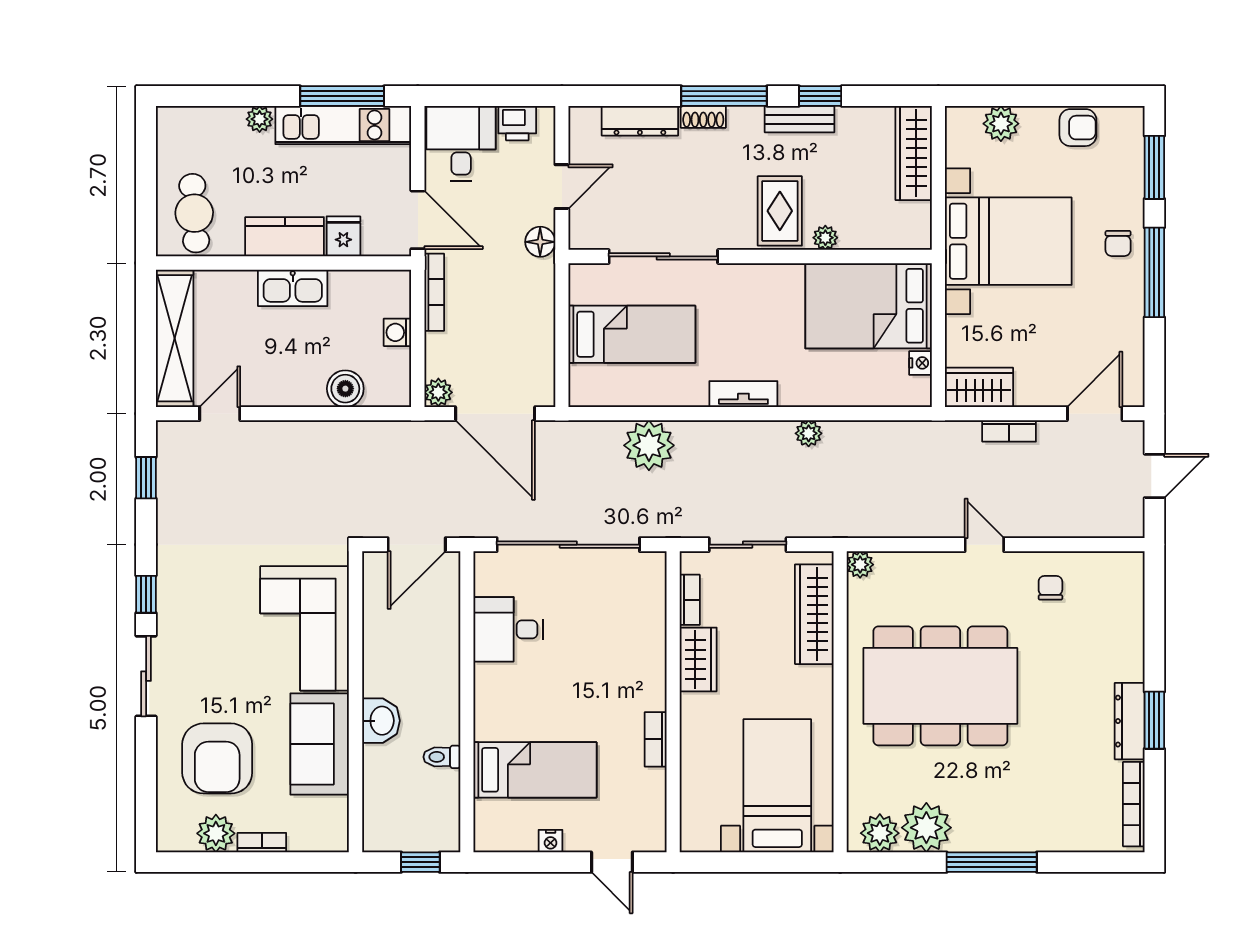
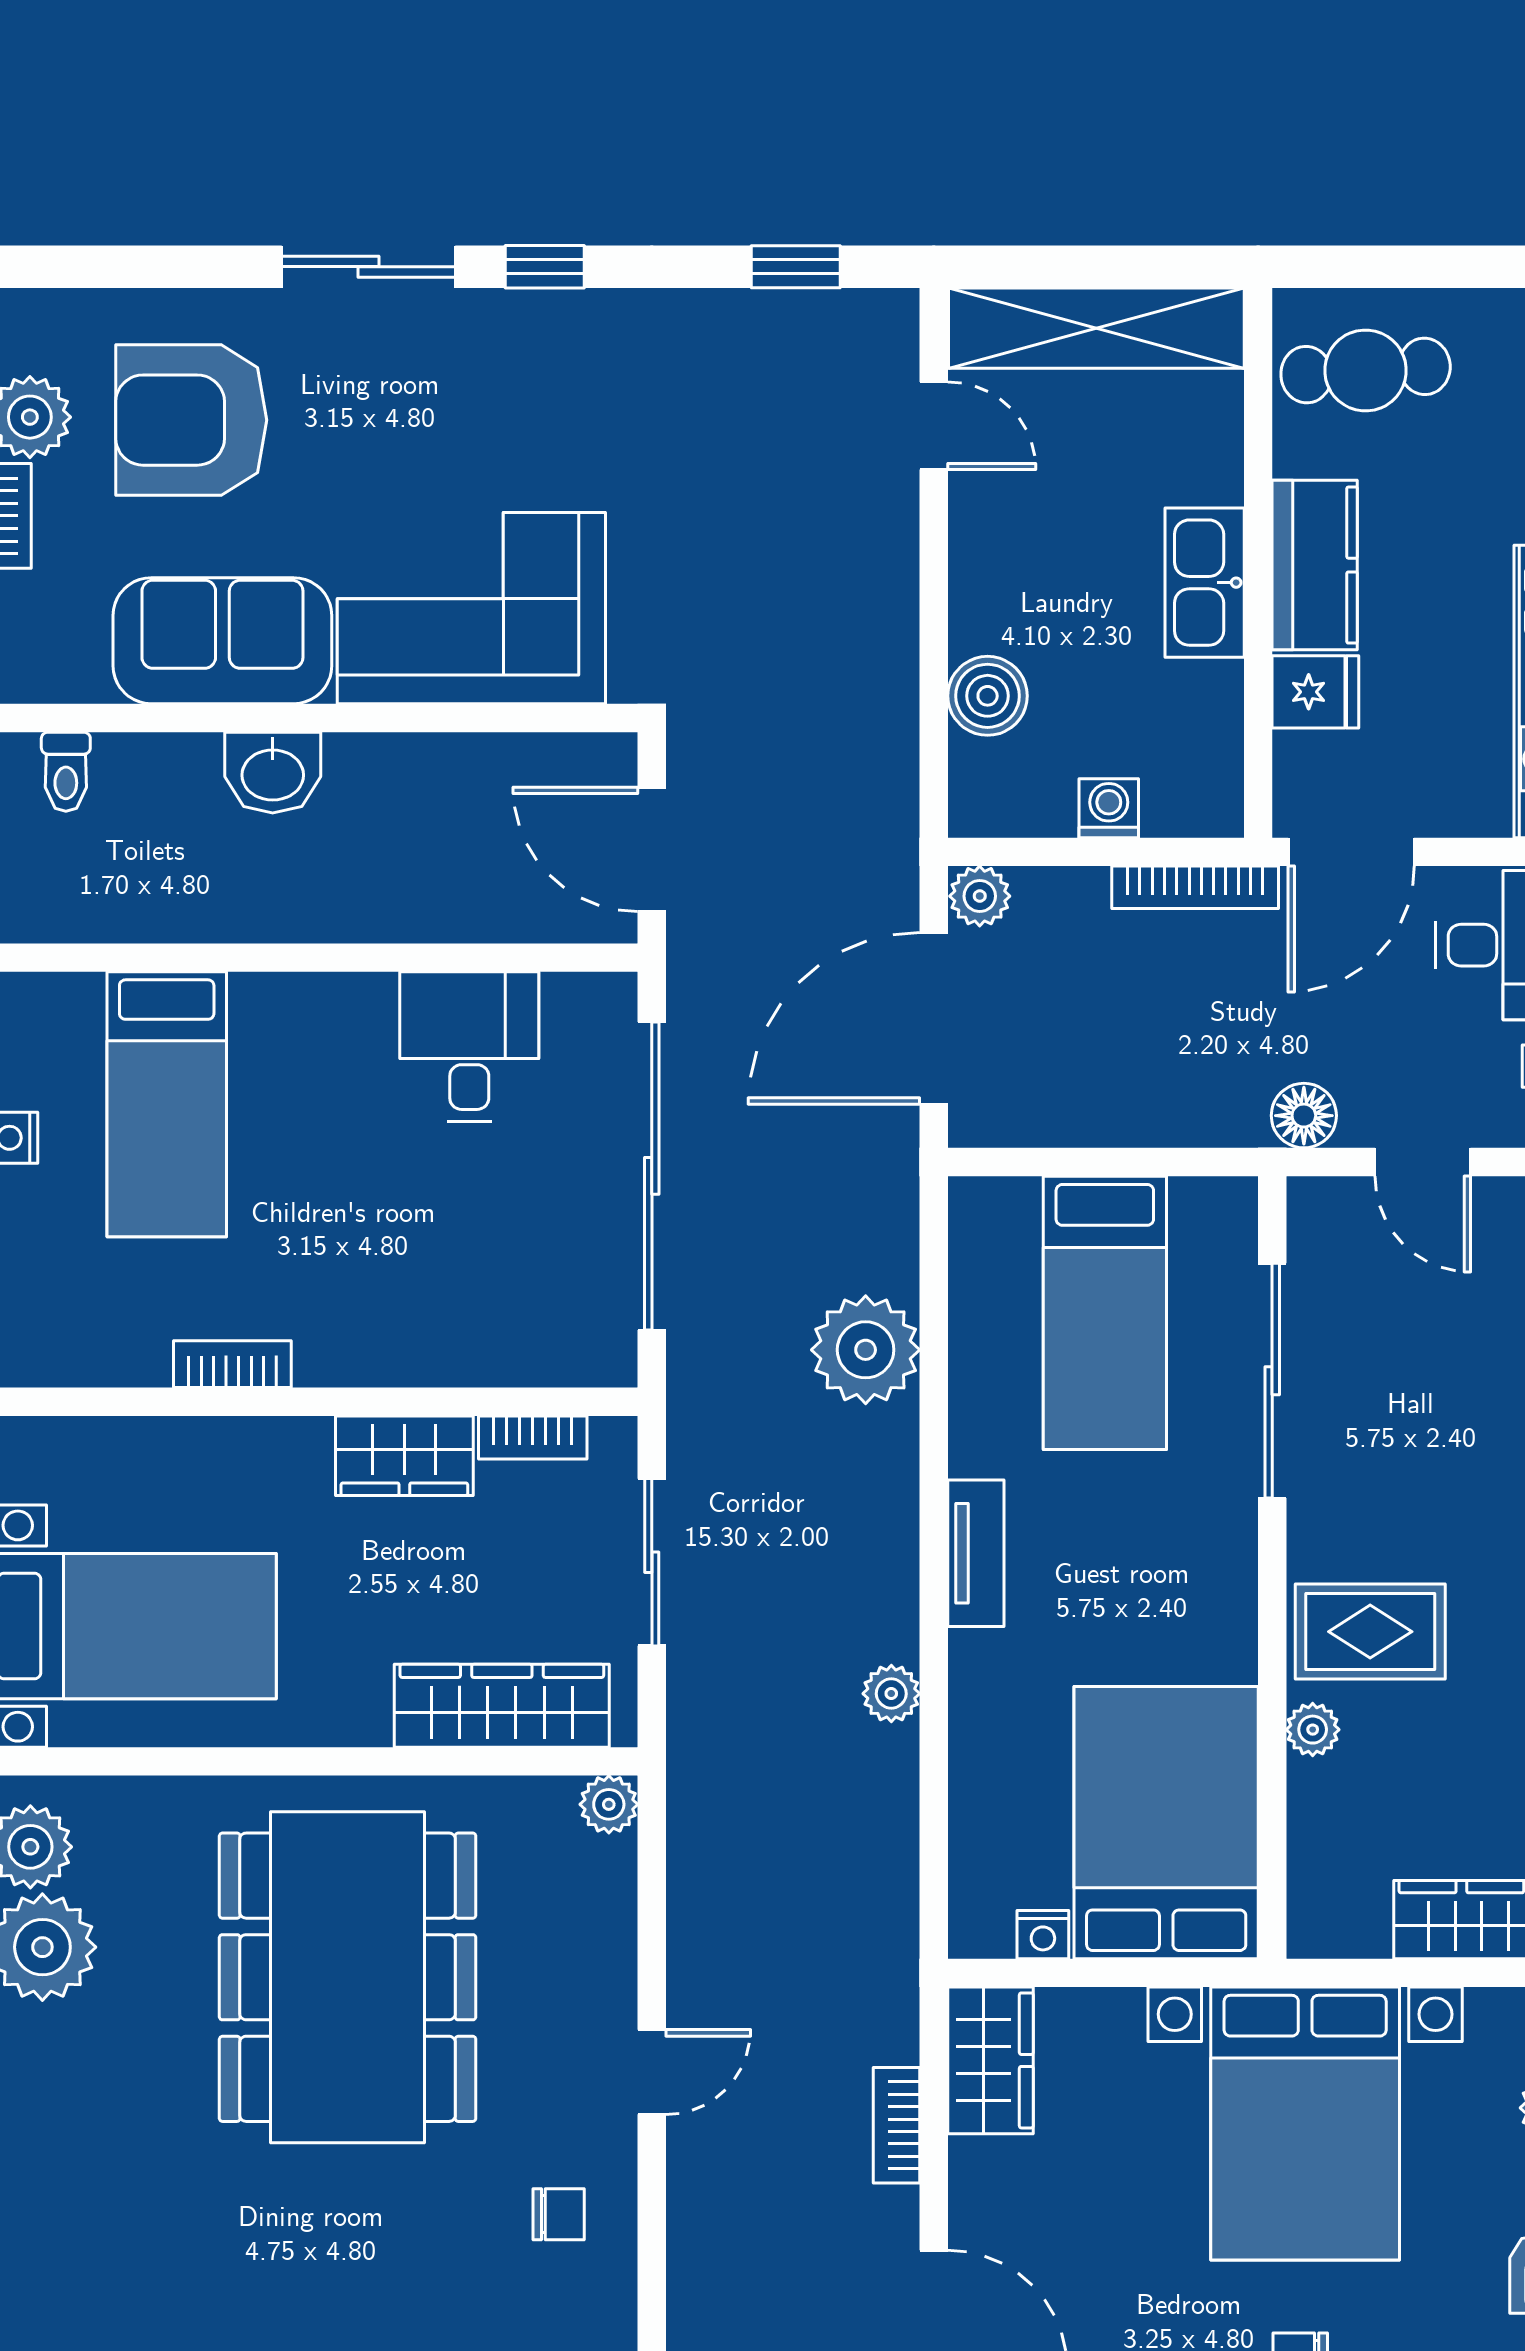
toilet: (442, 757) -> (66, 772), moved, turned 180

